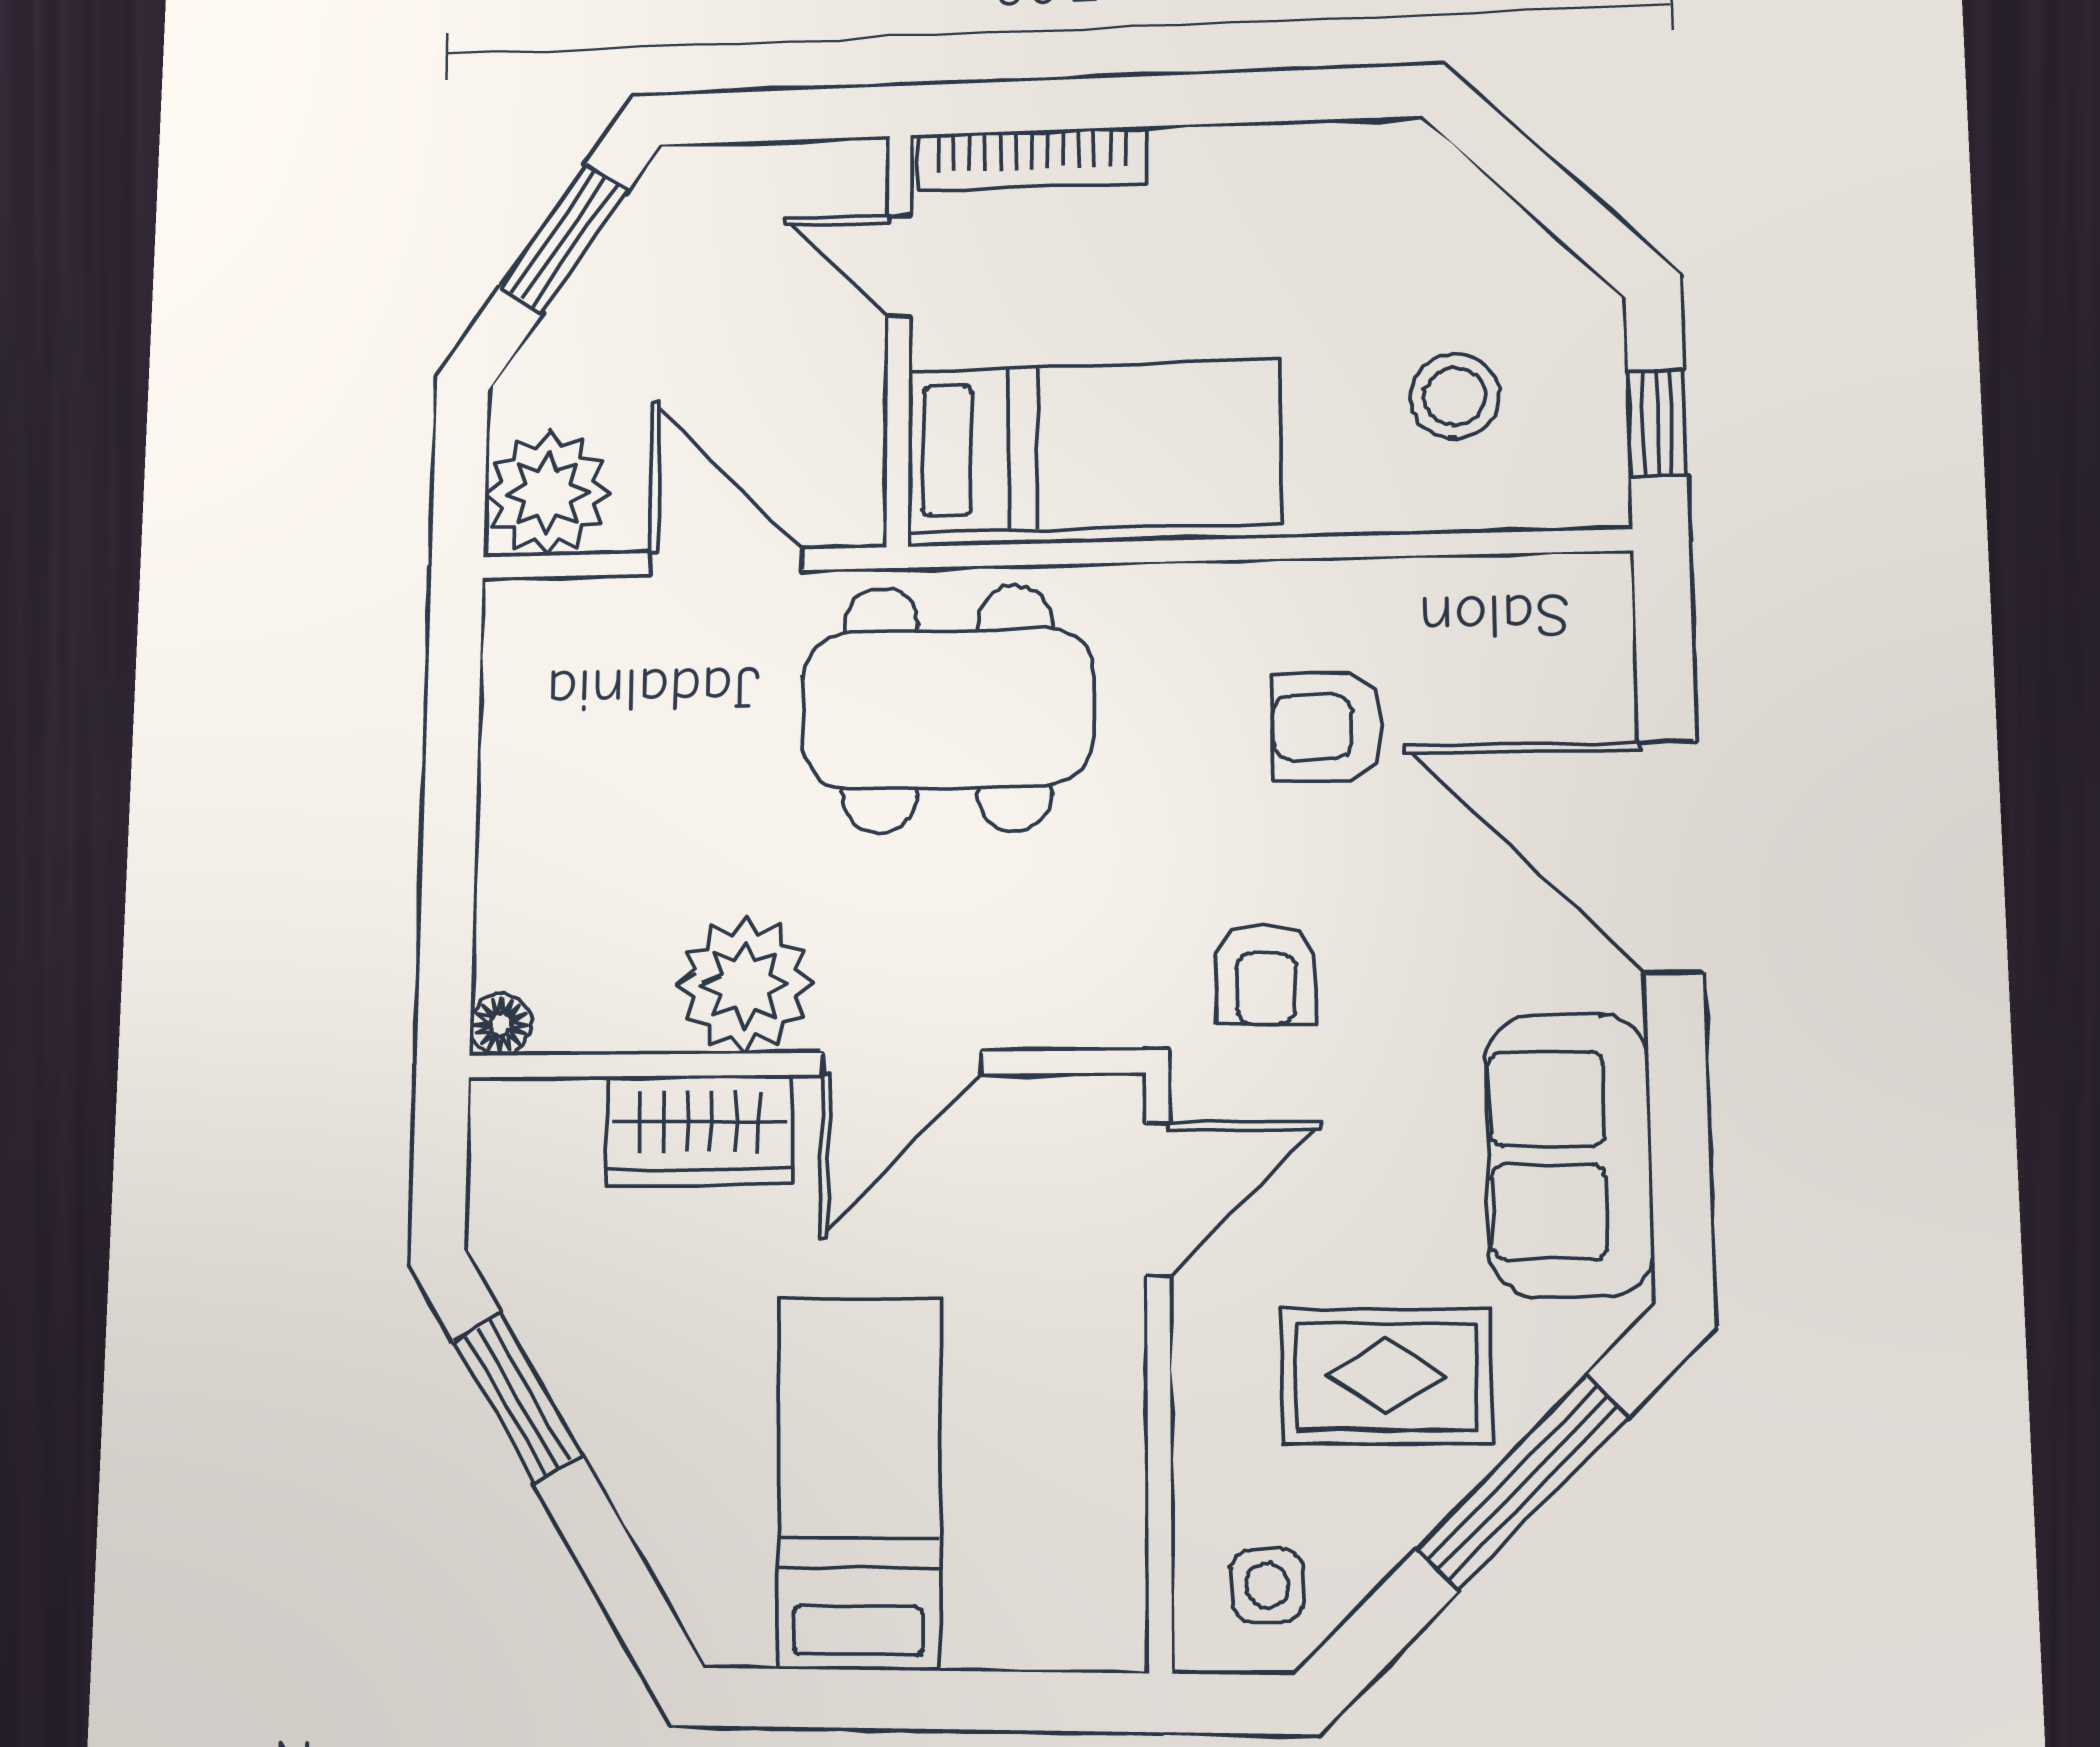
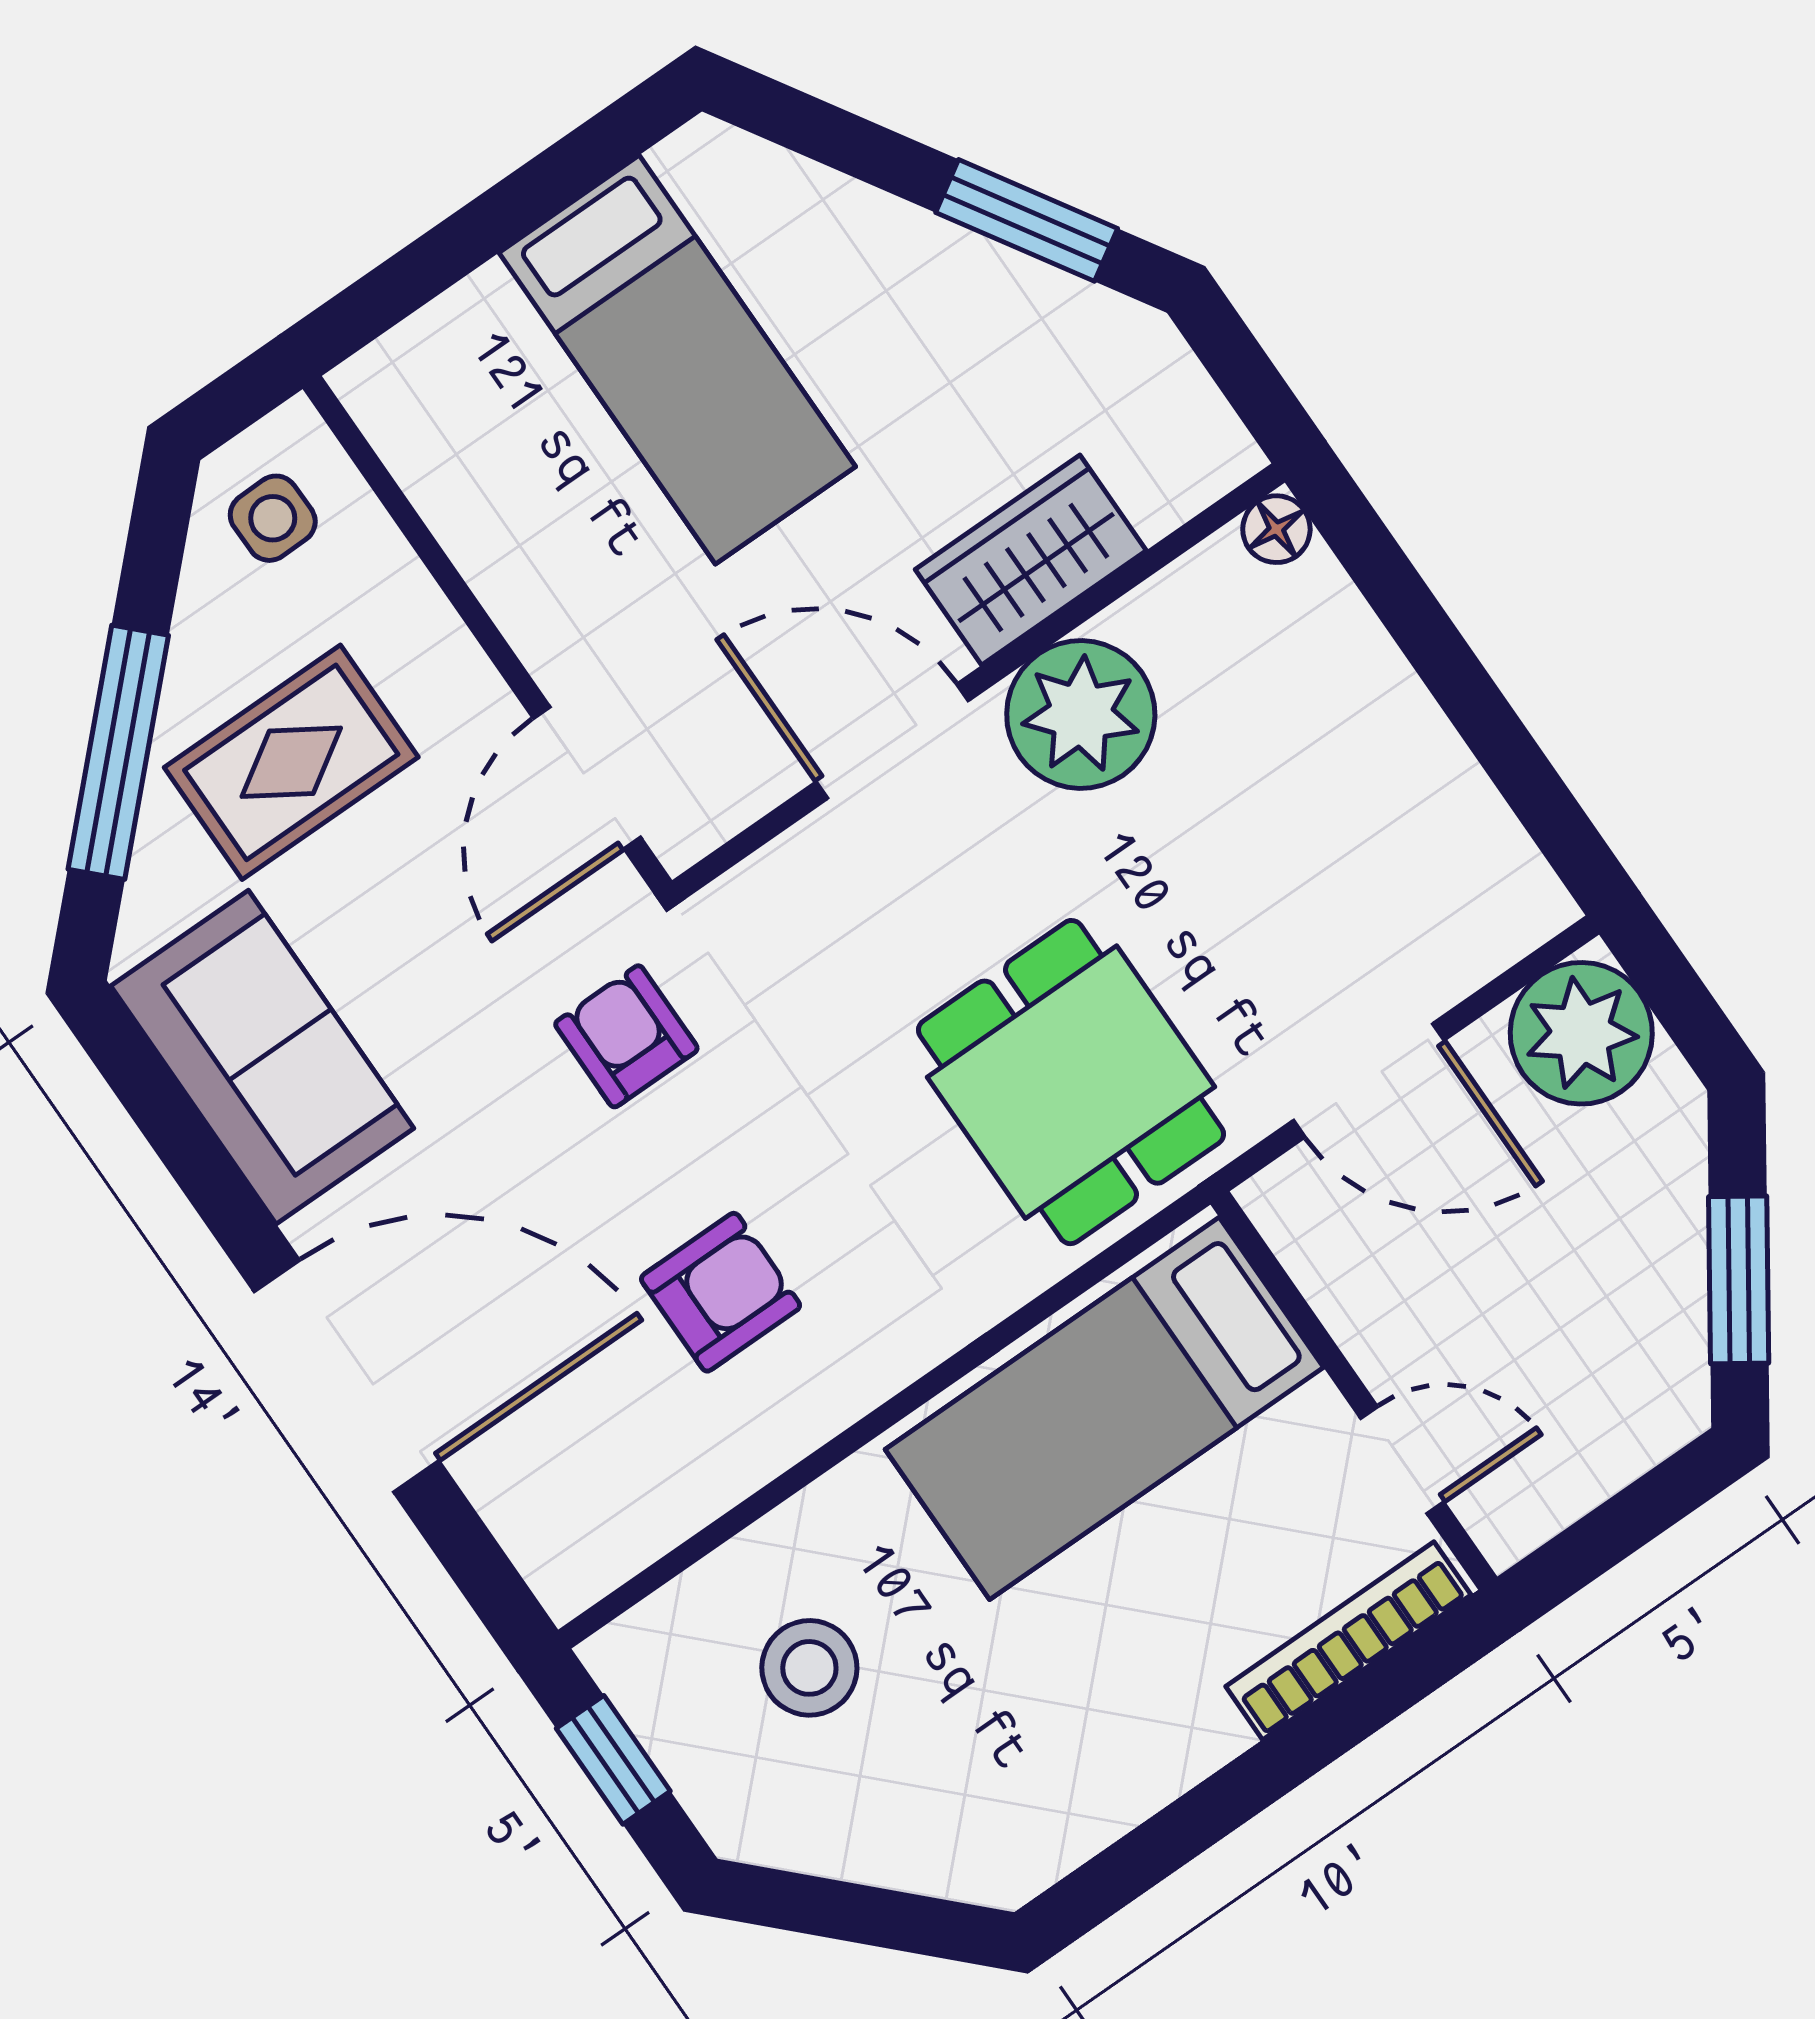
dining table: (948, 709) -> (1071, 1082), width x0.73
door: (902, 1063) -> (892, 741), hinge flipped

